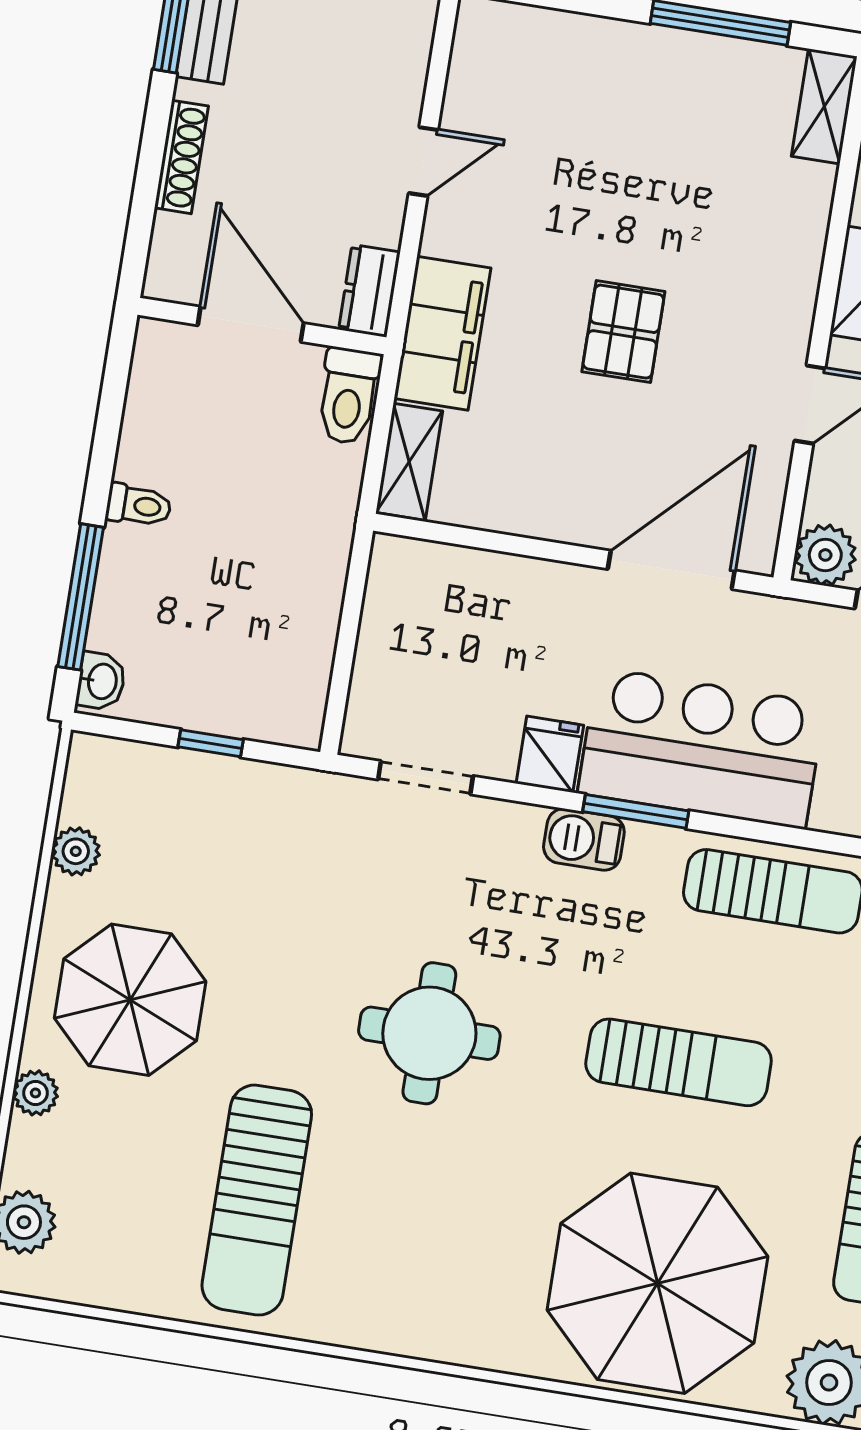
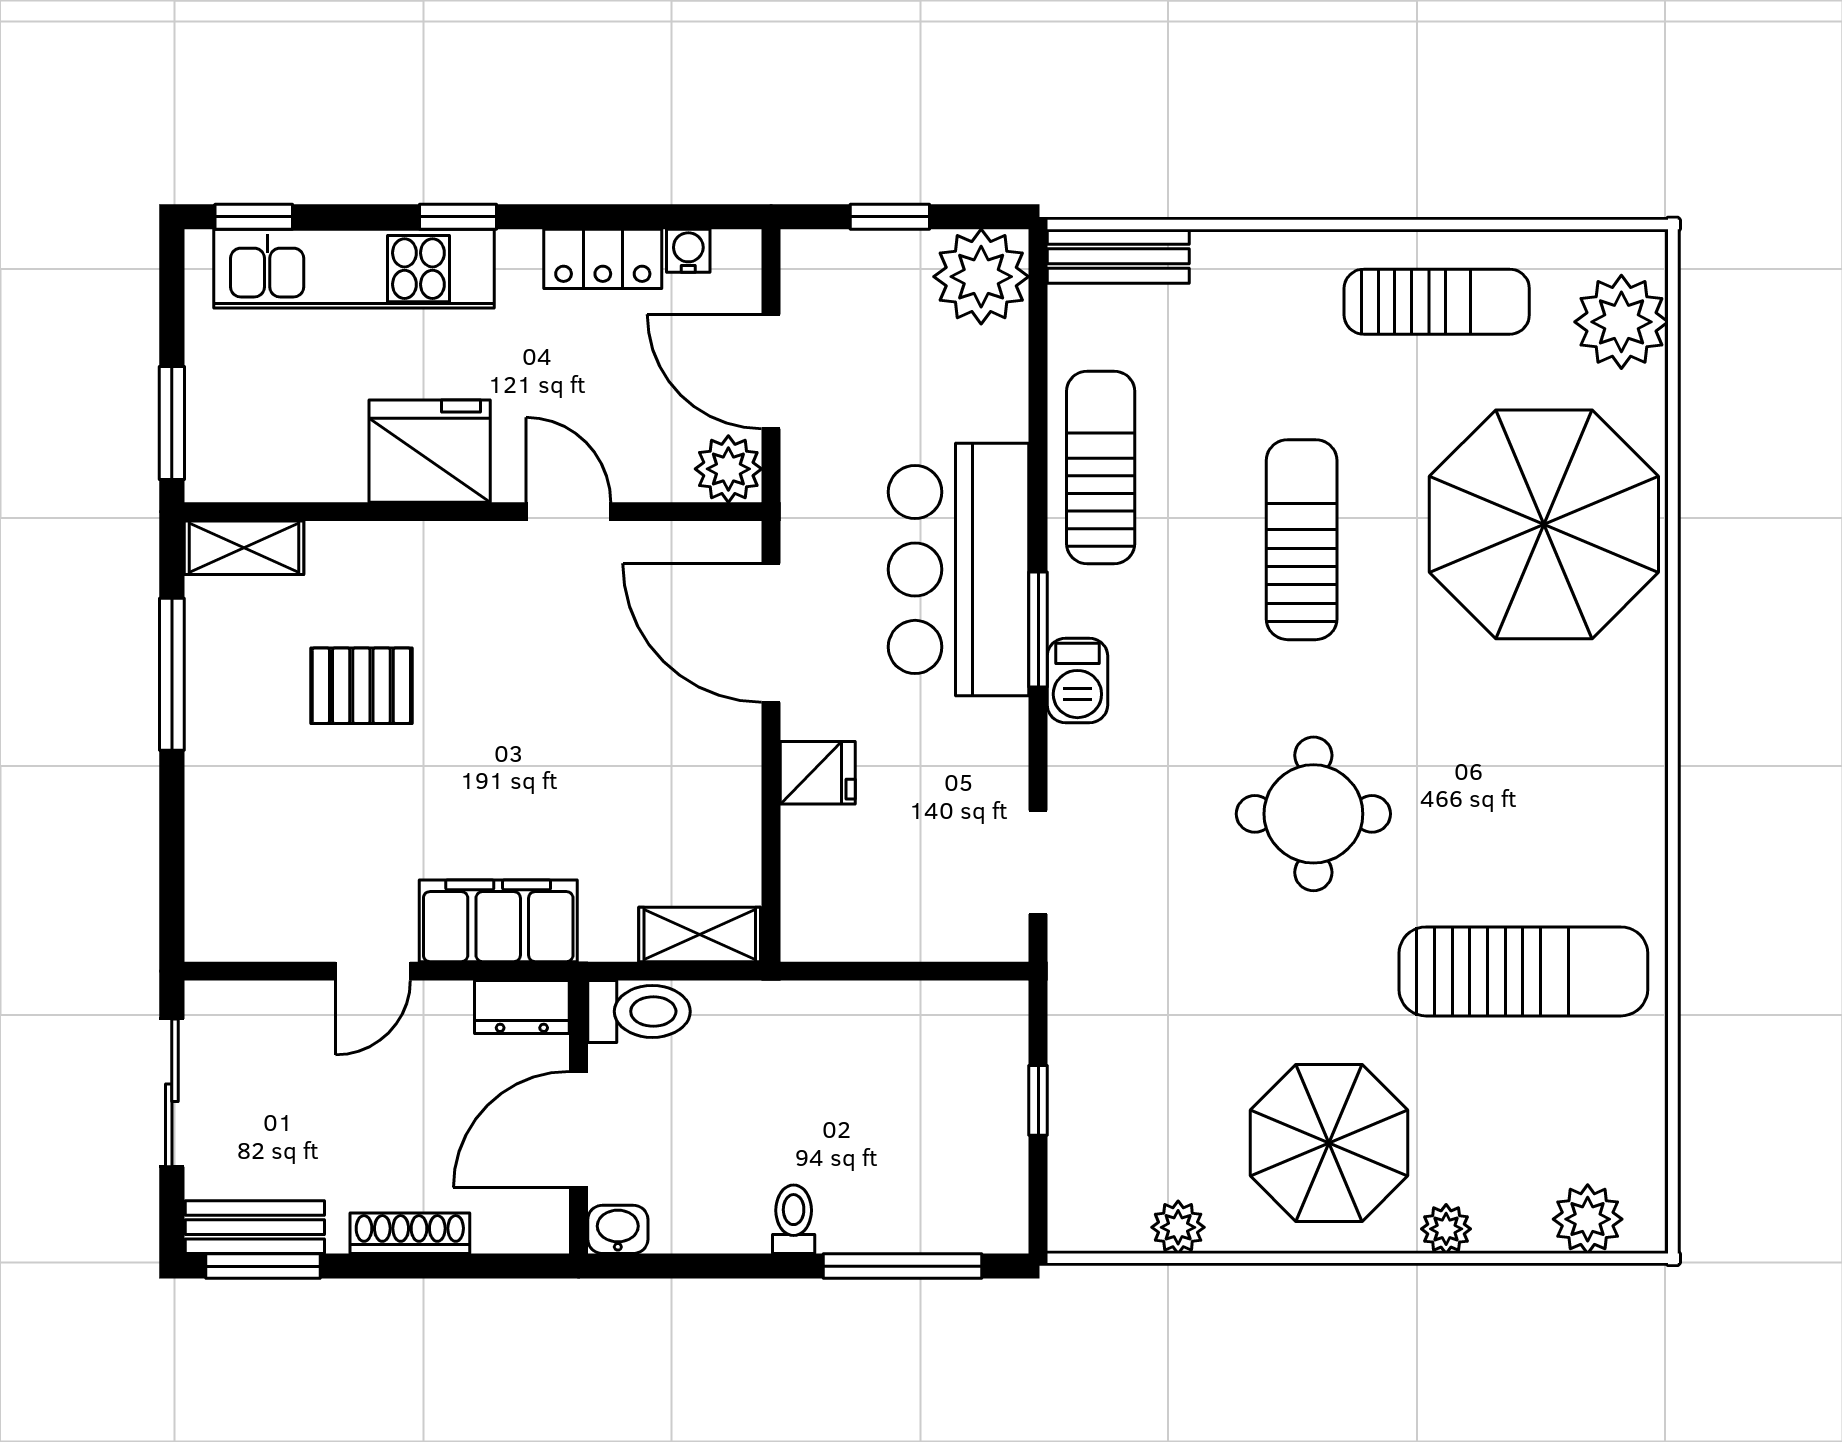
door: (423, 162) -> (373, 971), swing flipped
pallet: (623, 332) -> (361, 686), moved
filing cabinet: (442, 333) -> (498, 921), moved
washbasin: (101, 681) -> (618, 1229), moved
fridge: (550, 754) -> (818, 773), moved, turned 180

